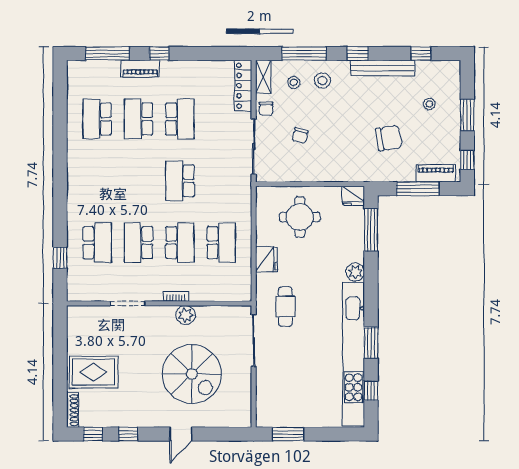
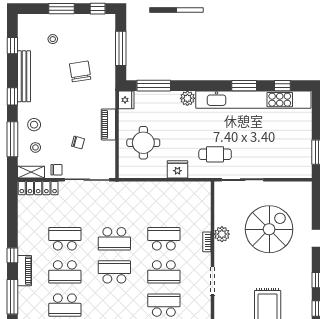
piano: (436, 173) -> (108, 124), moved
school desk: (221, 243) -> (114, 272), moved

